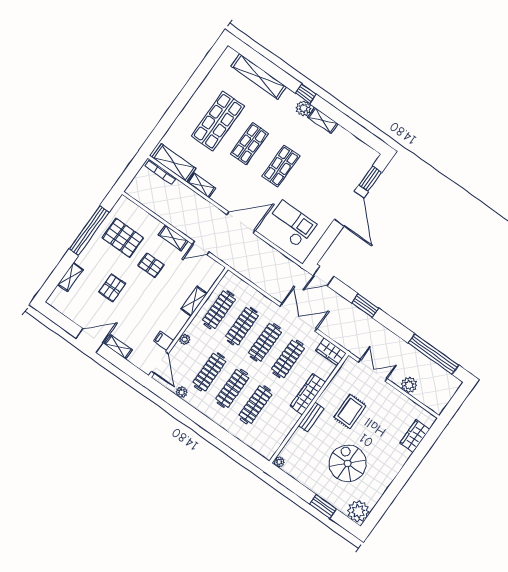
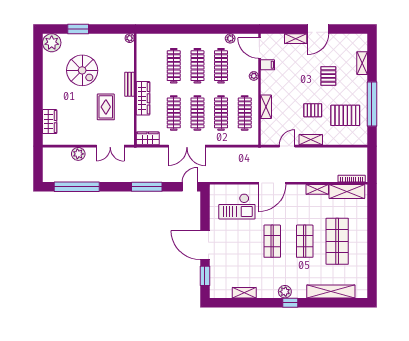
shelving: (323, 120) -> (244, 293), moved
window: (365, 306) -> (147, 187), width x1.44

